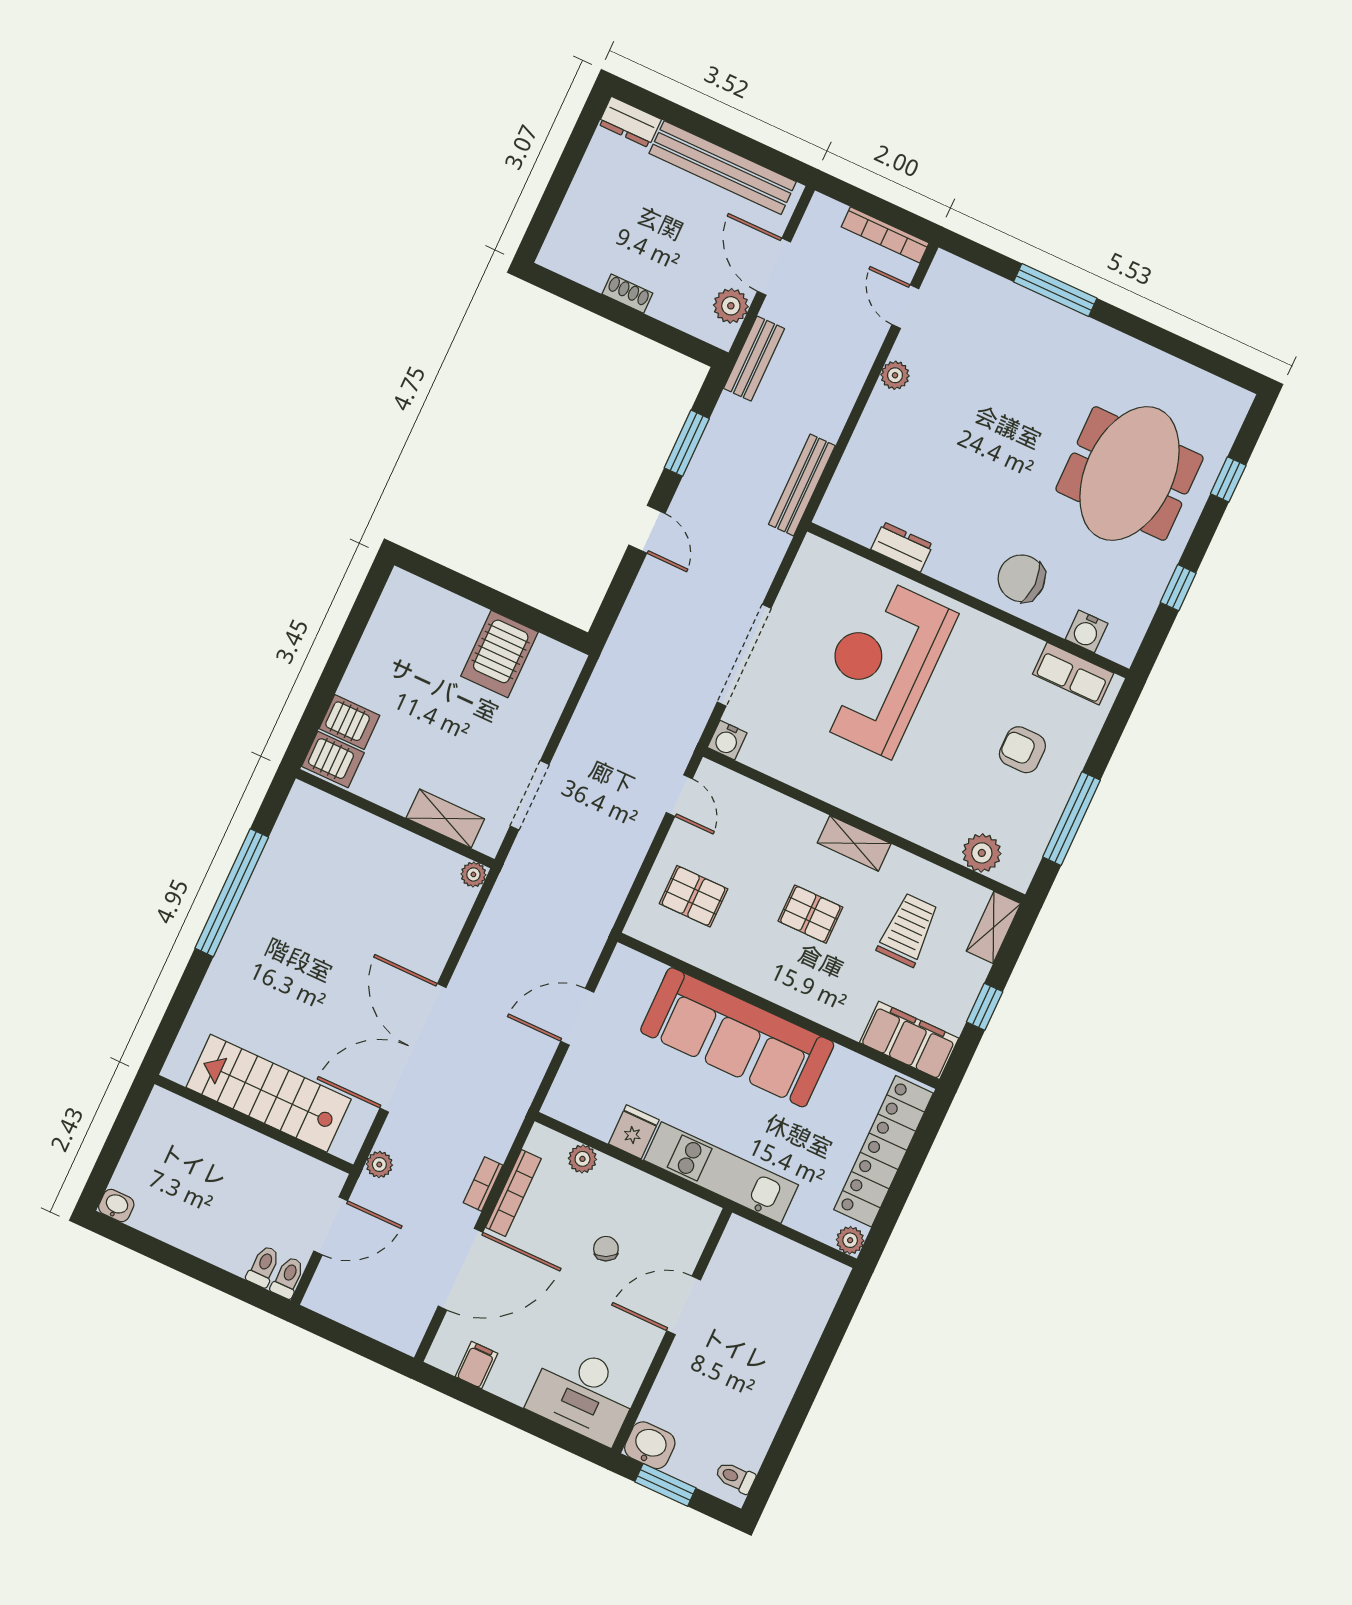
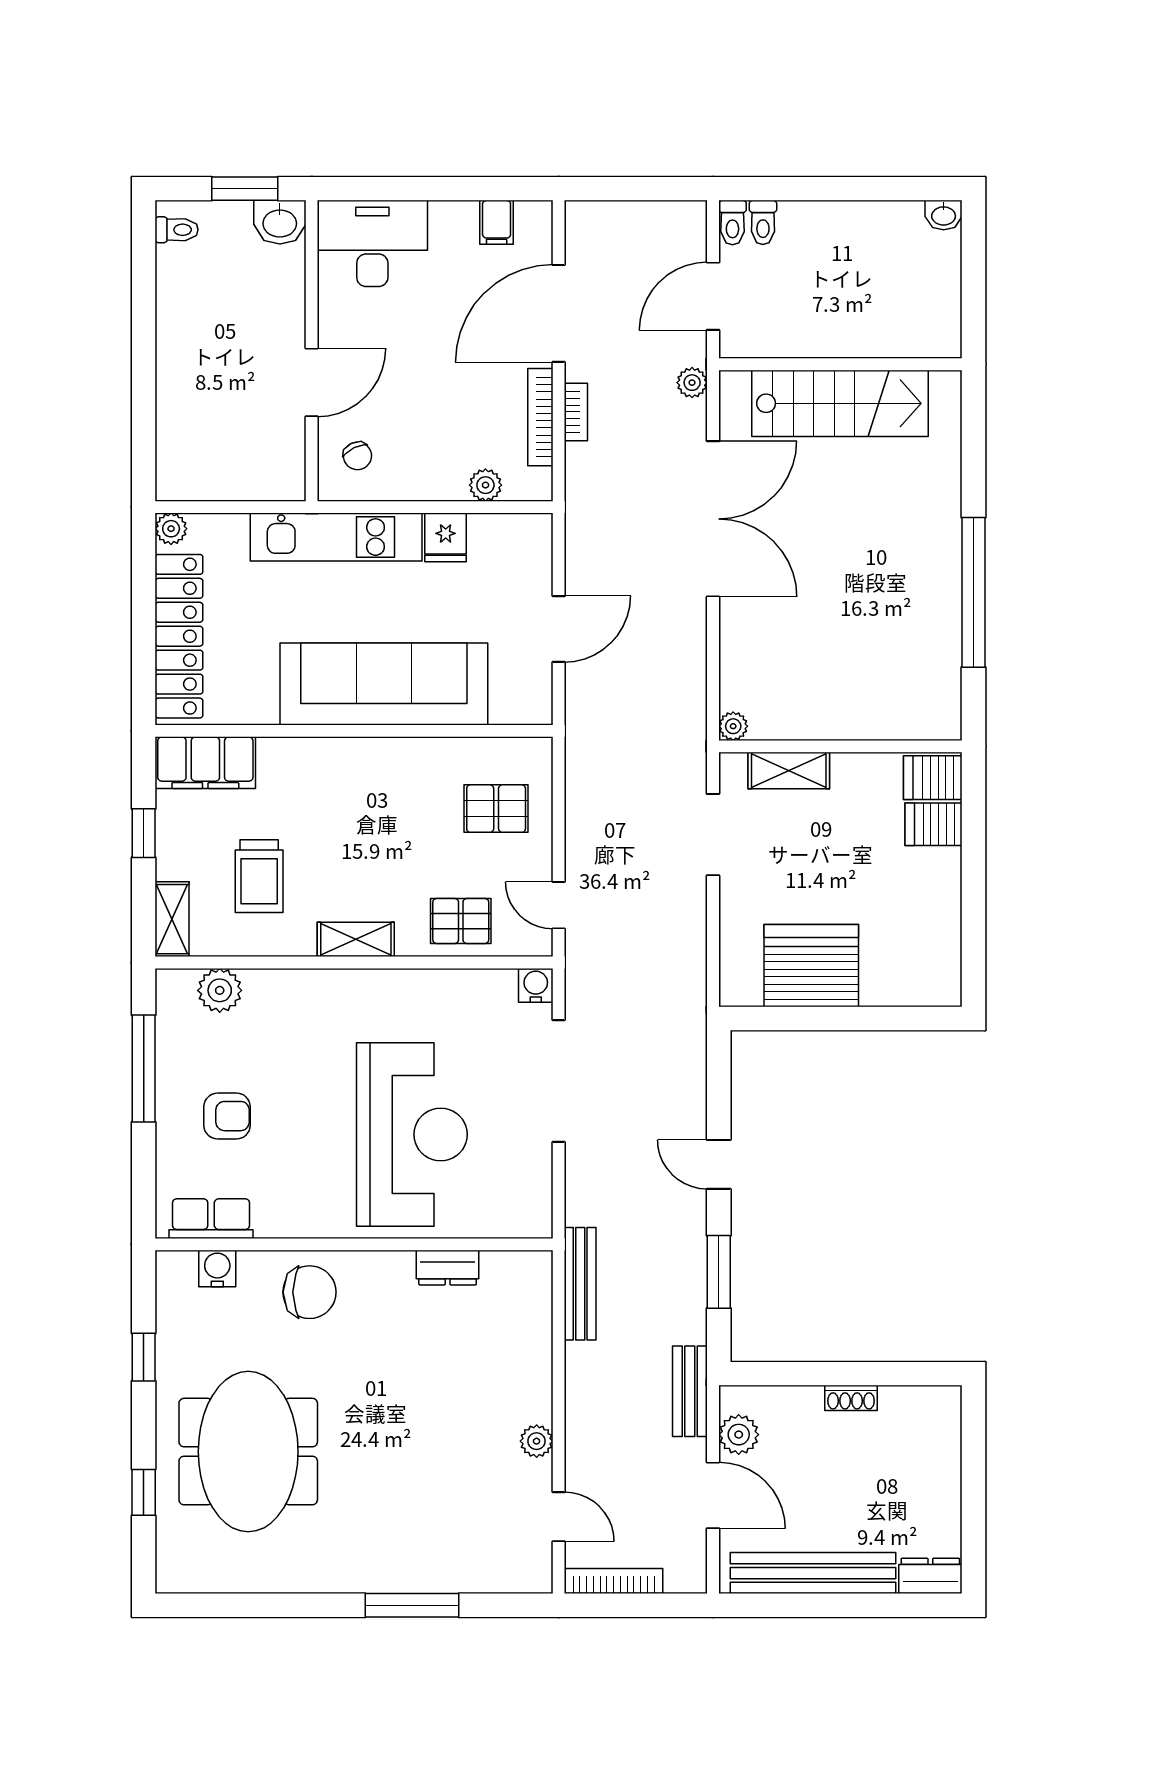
server rack: (499, 654) -> (811, 966), width x1.60
pallet: (810, 914) -> (461, 921), moved
chair: (606, 1249) -> (357, 456), moved

